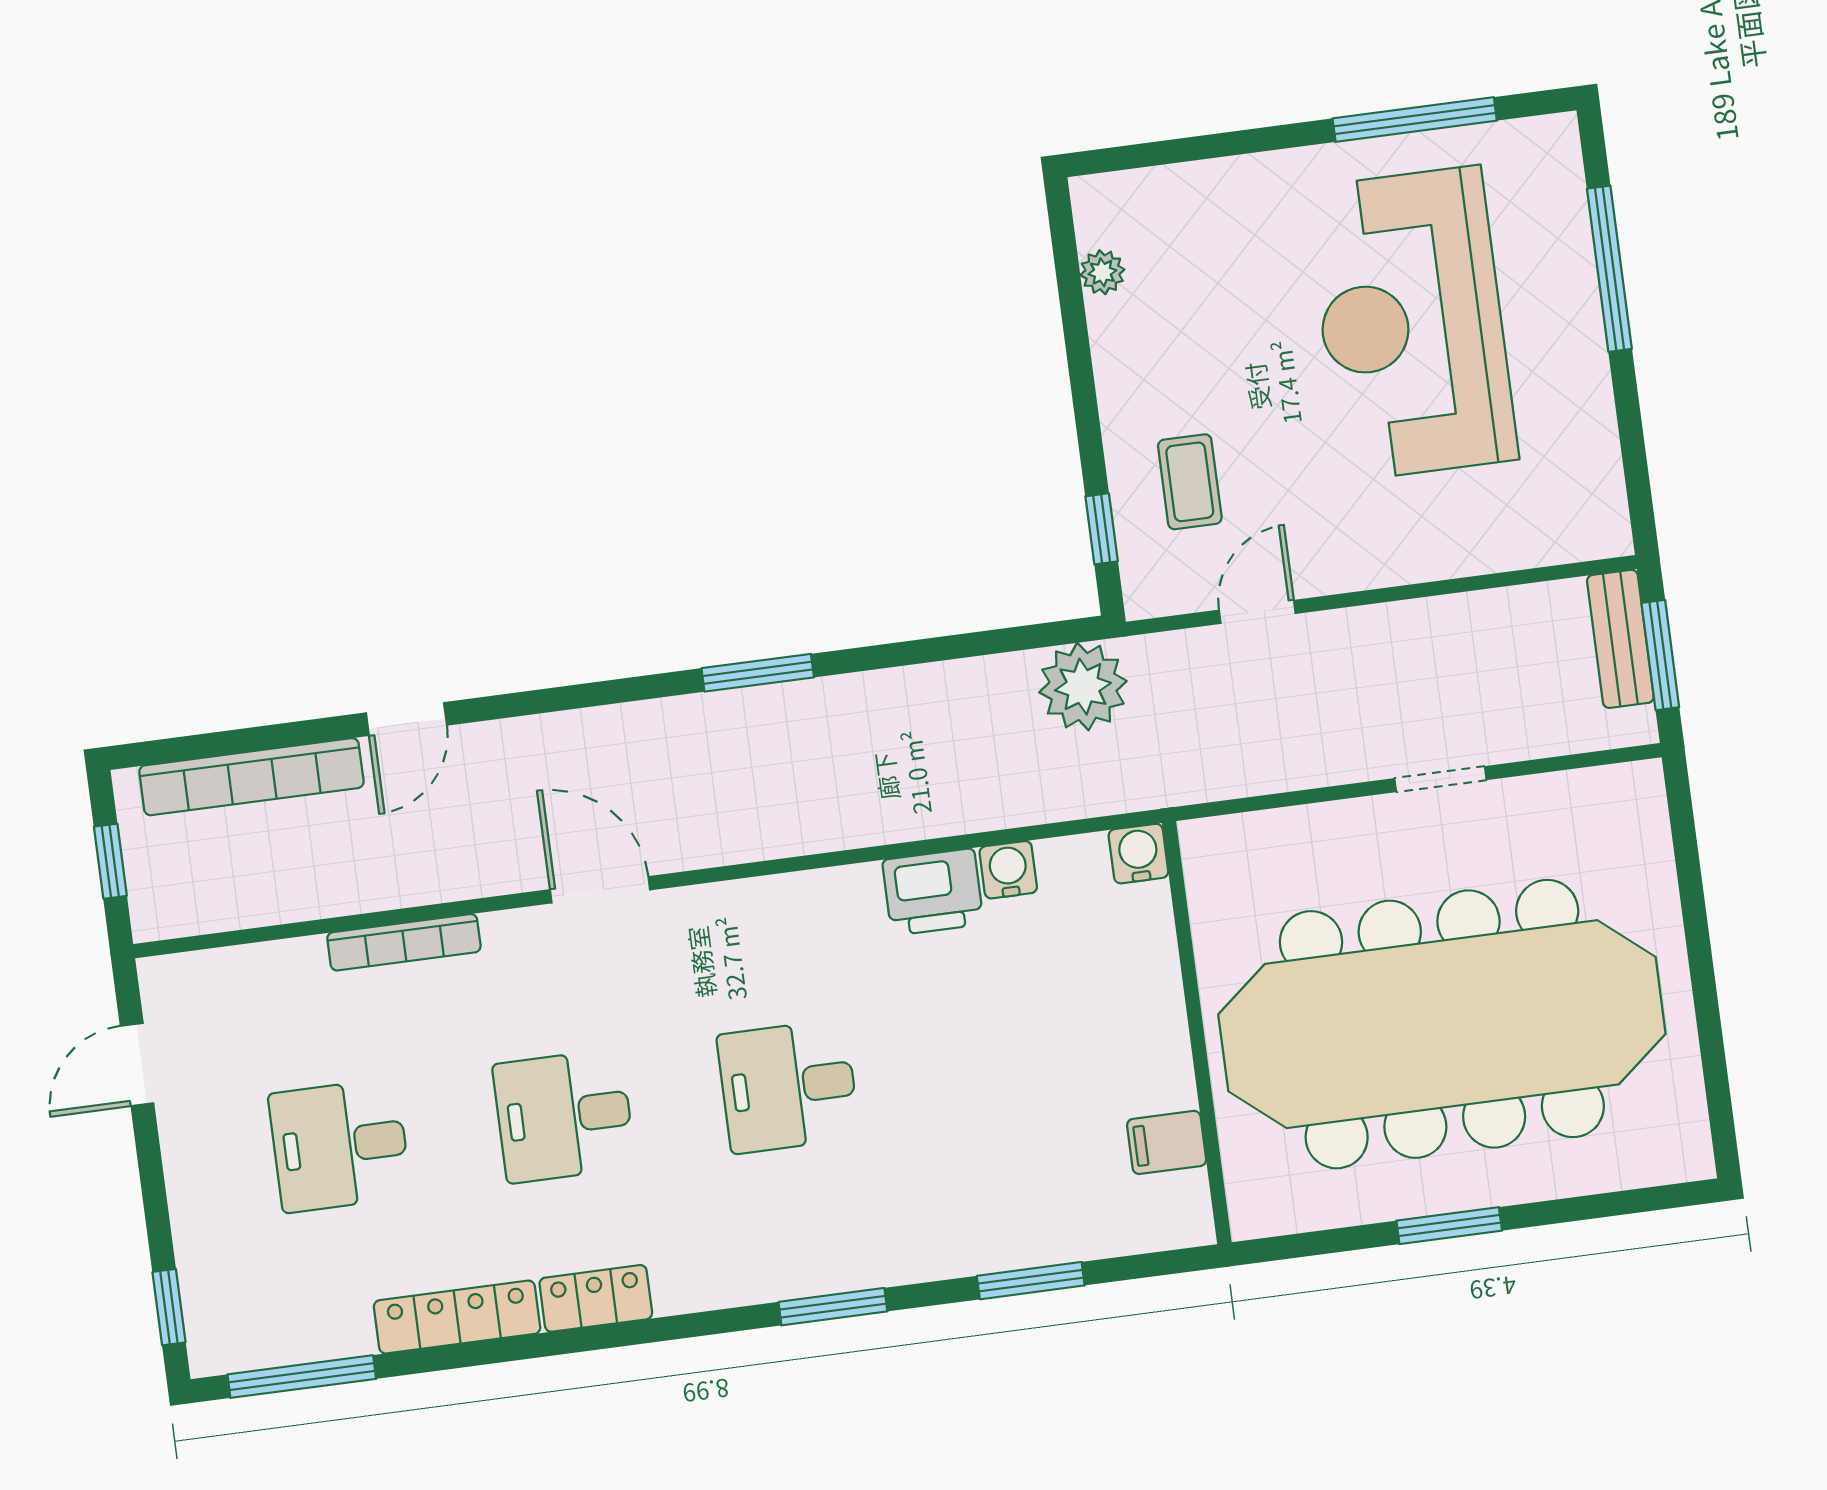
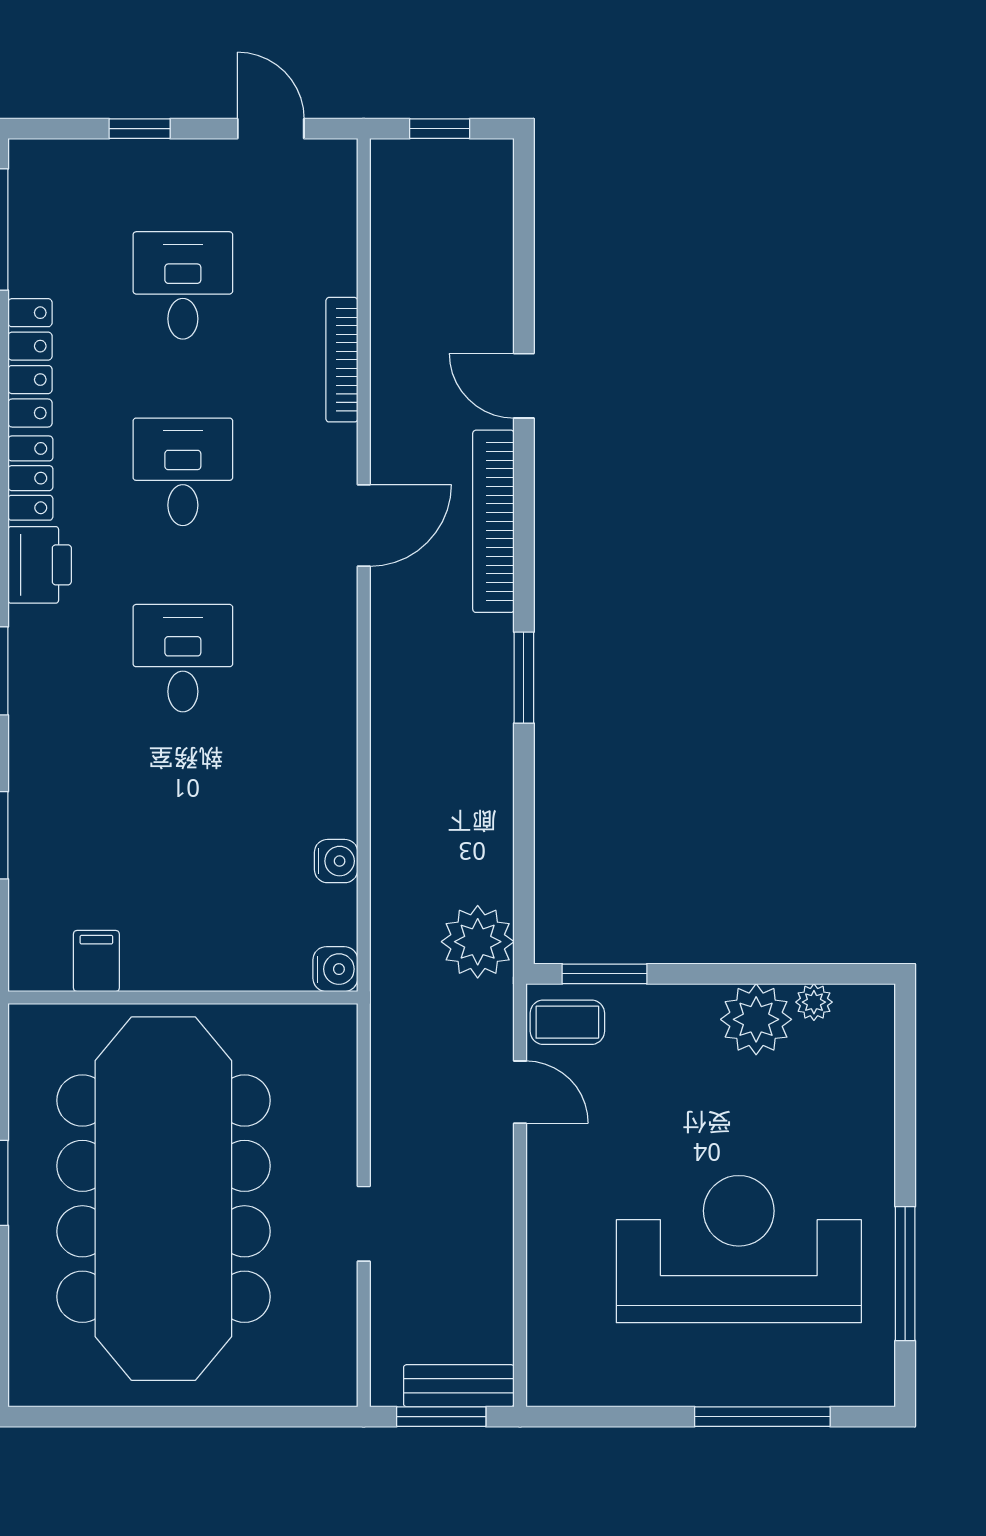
plant: (1132, 339) -> (756, 1019), added
coffee table: (1190, 482) -> (567, 1022), moved
window: (1102, 529) -> (604, 974), width x1.50
bookcase: (251, 777) -> (493, 521), moved
printer: (933, 892) -> (40, 565), moved, turned 180
window: (169, 1307) -> (140, 129), moved

